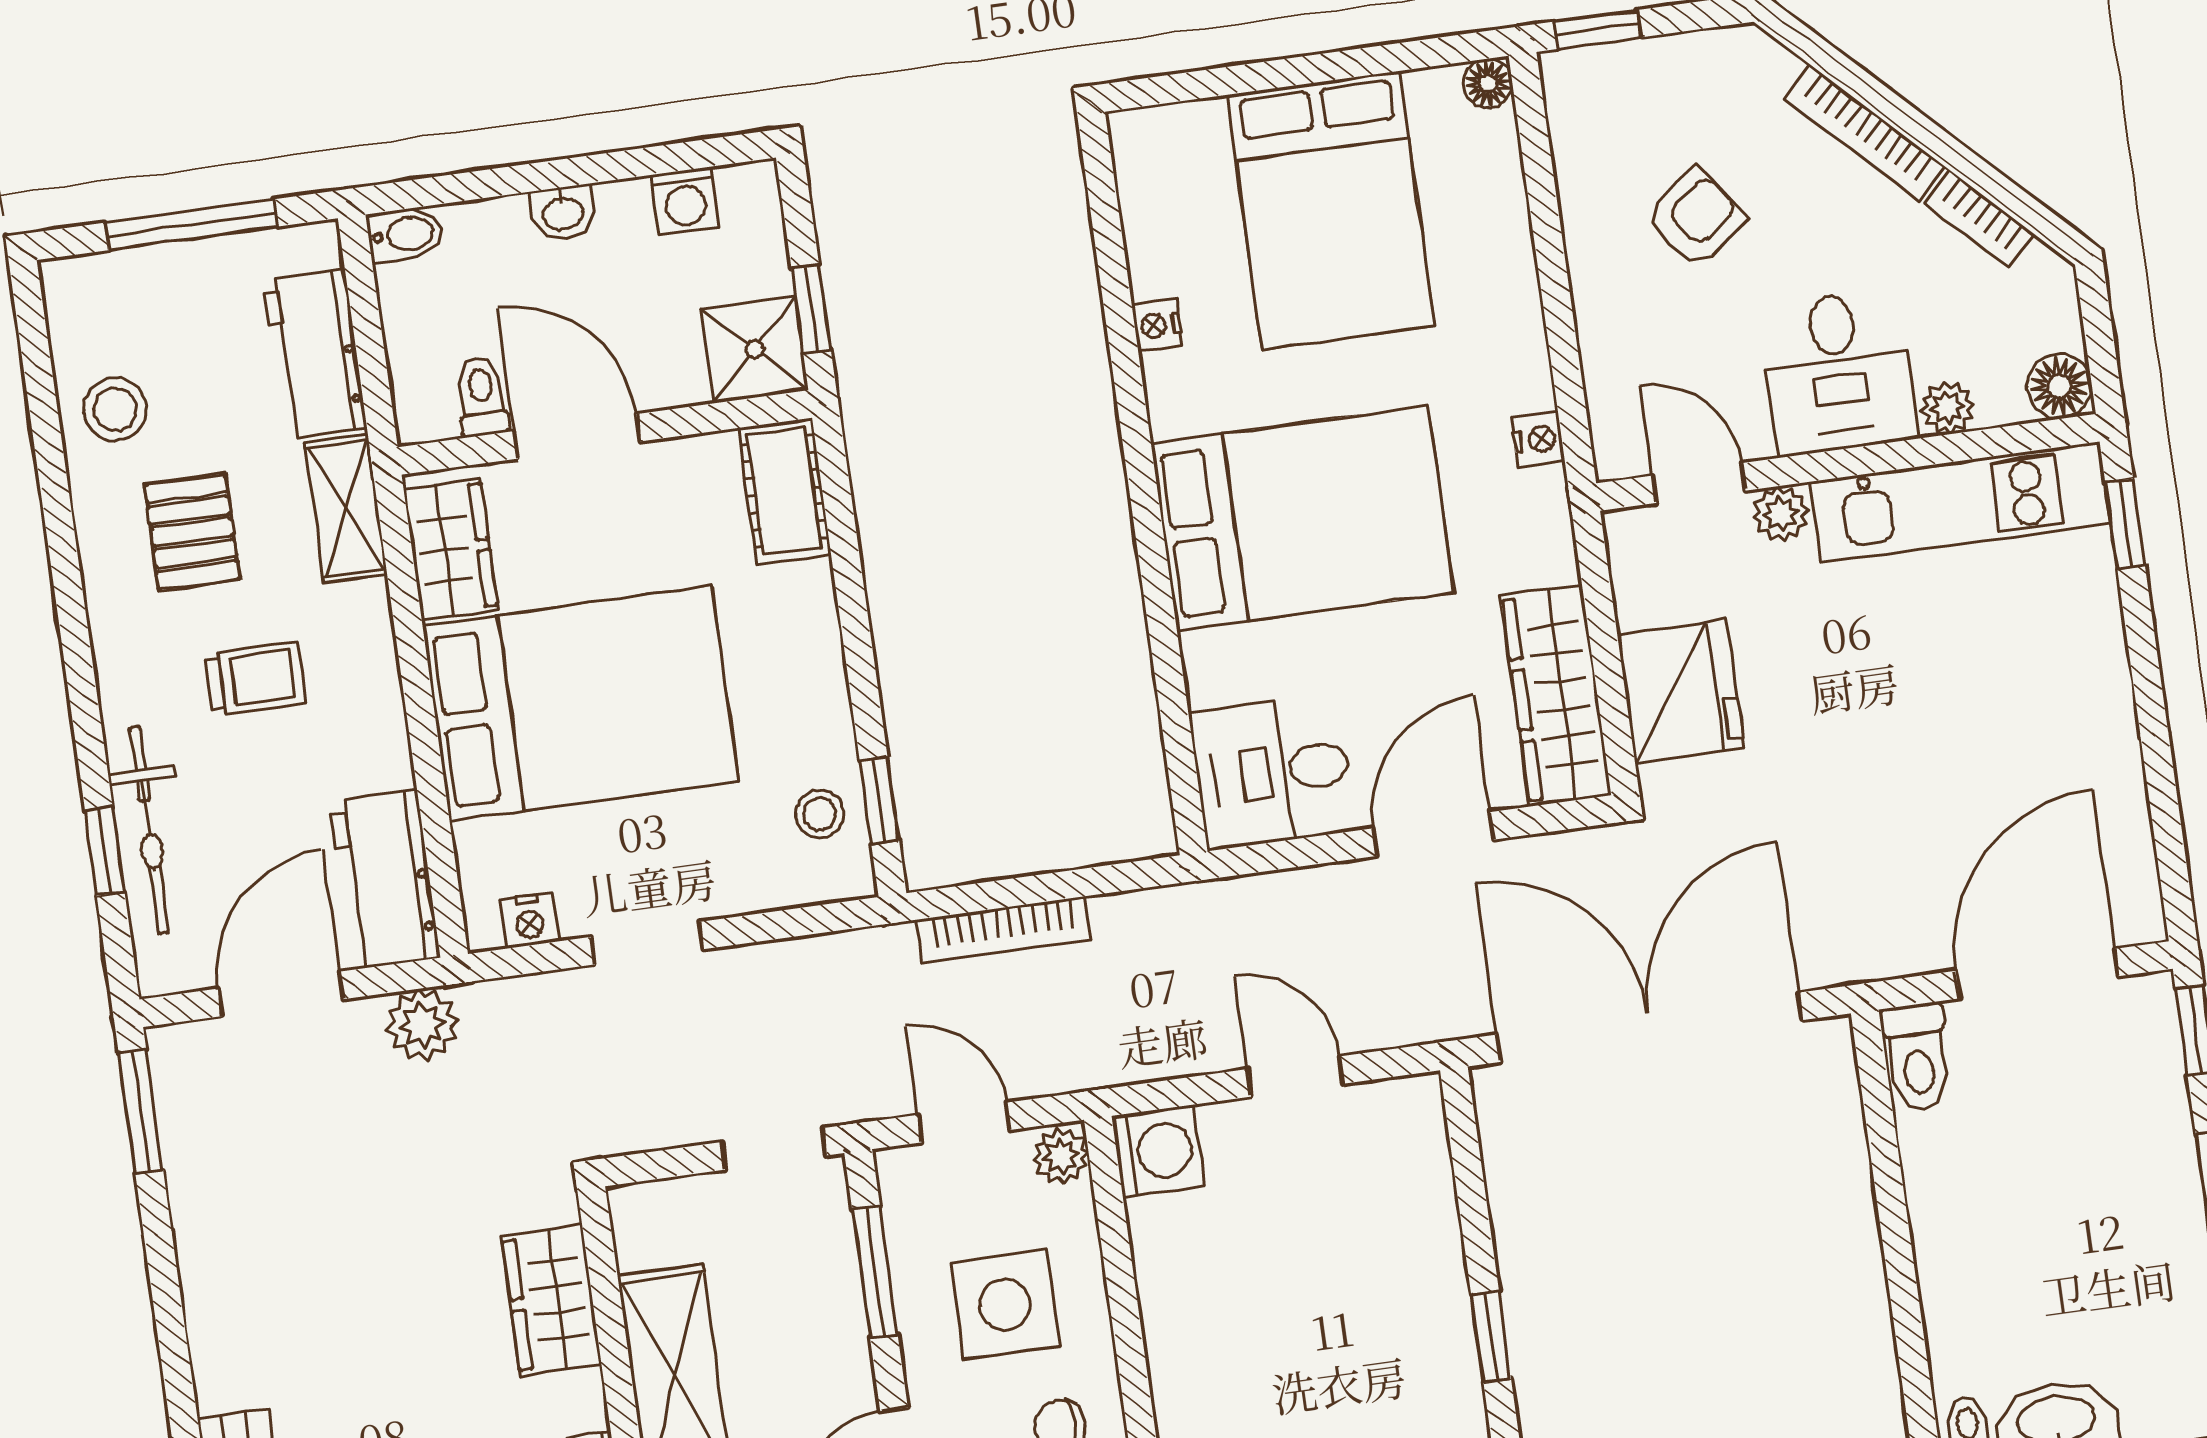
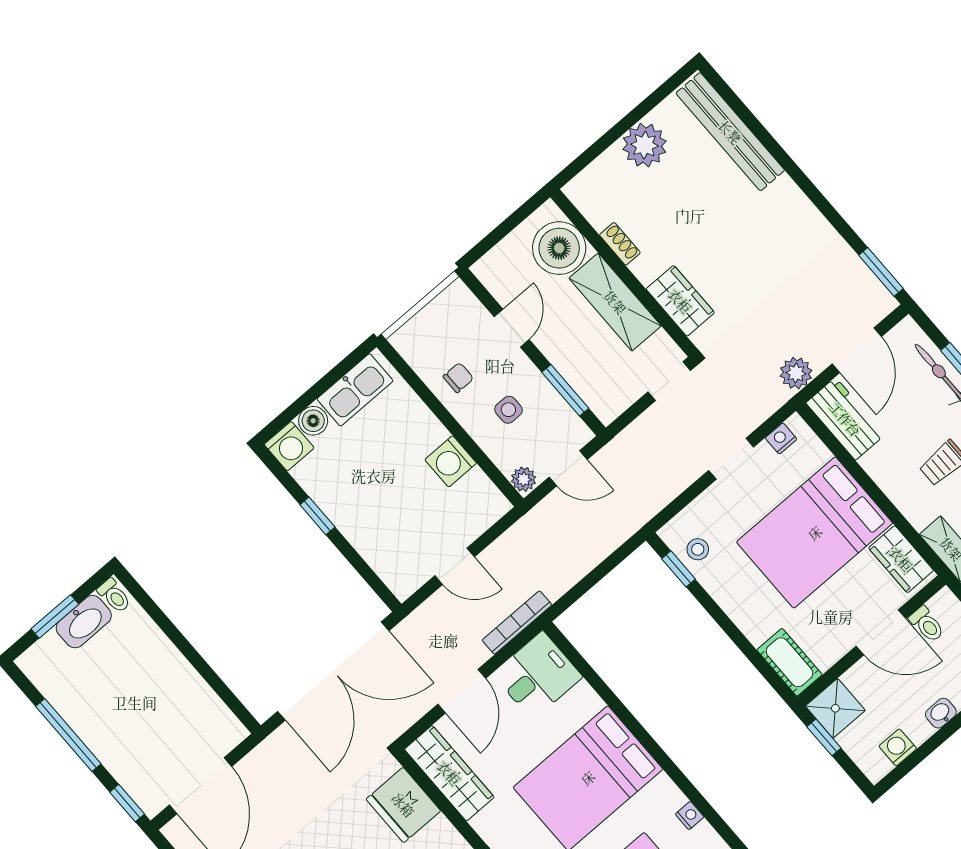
bookcase: (1004, 929) -> (517, 622), moved
toilet: (1917, 1057) -> (225, 725), removed
doorway: (774, 1149) -> (669, 381), moved
washing machine: (1158, 1151) -> (451, 461), moved
side table: (1005, 1304) -> (508, 410), width x0.54, depth x0.54

